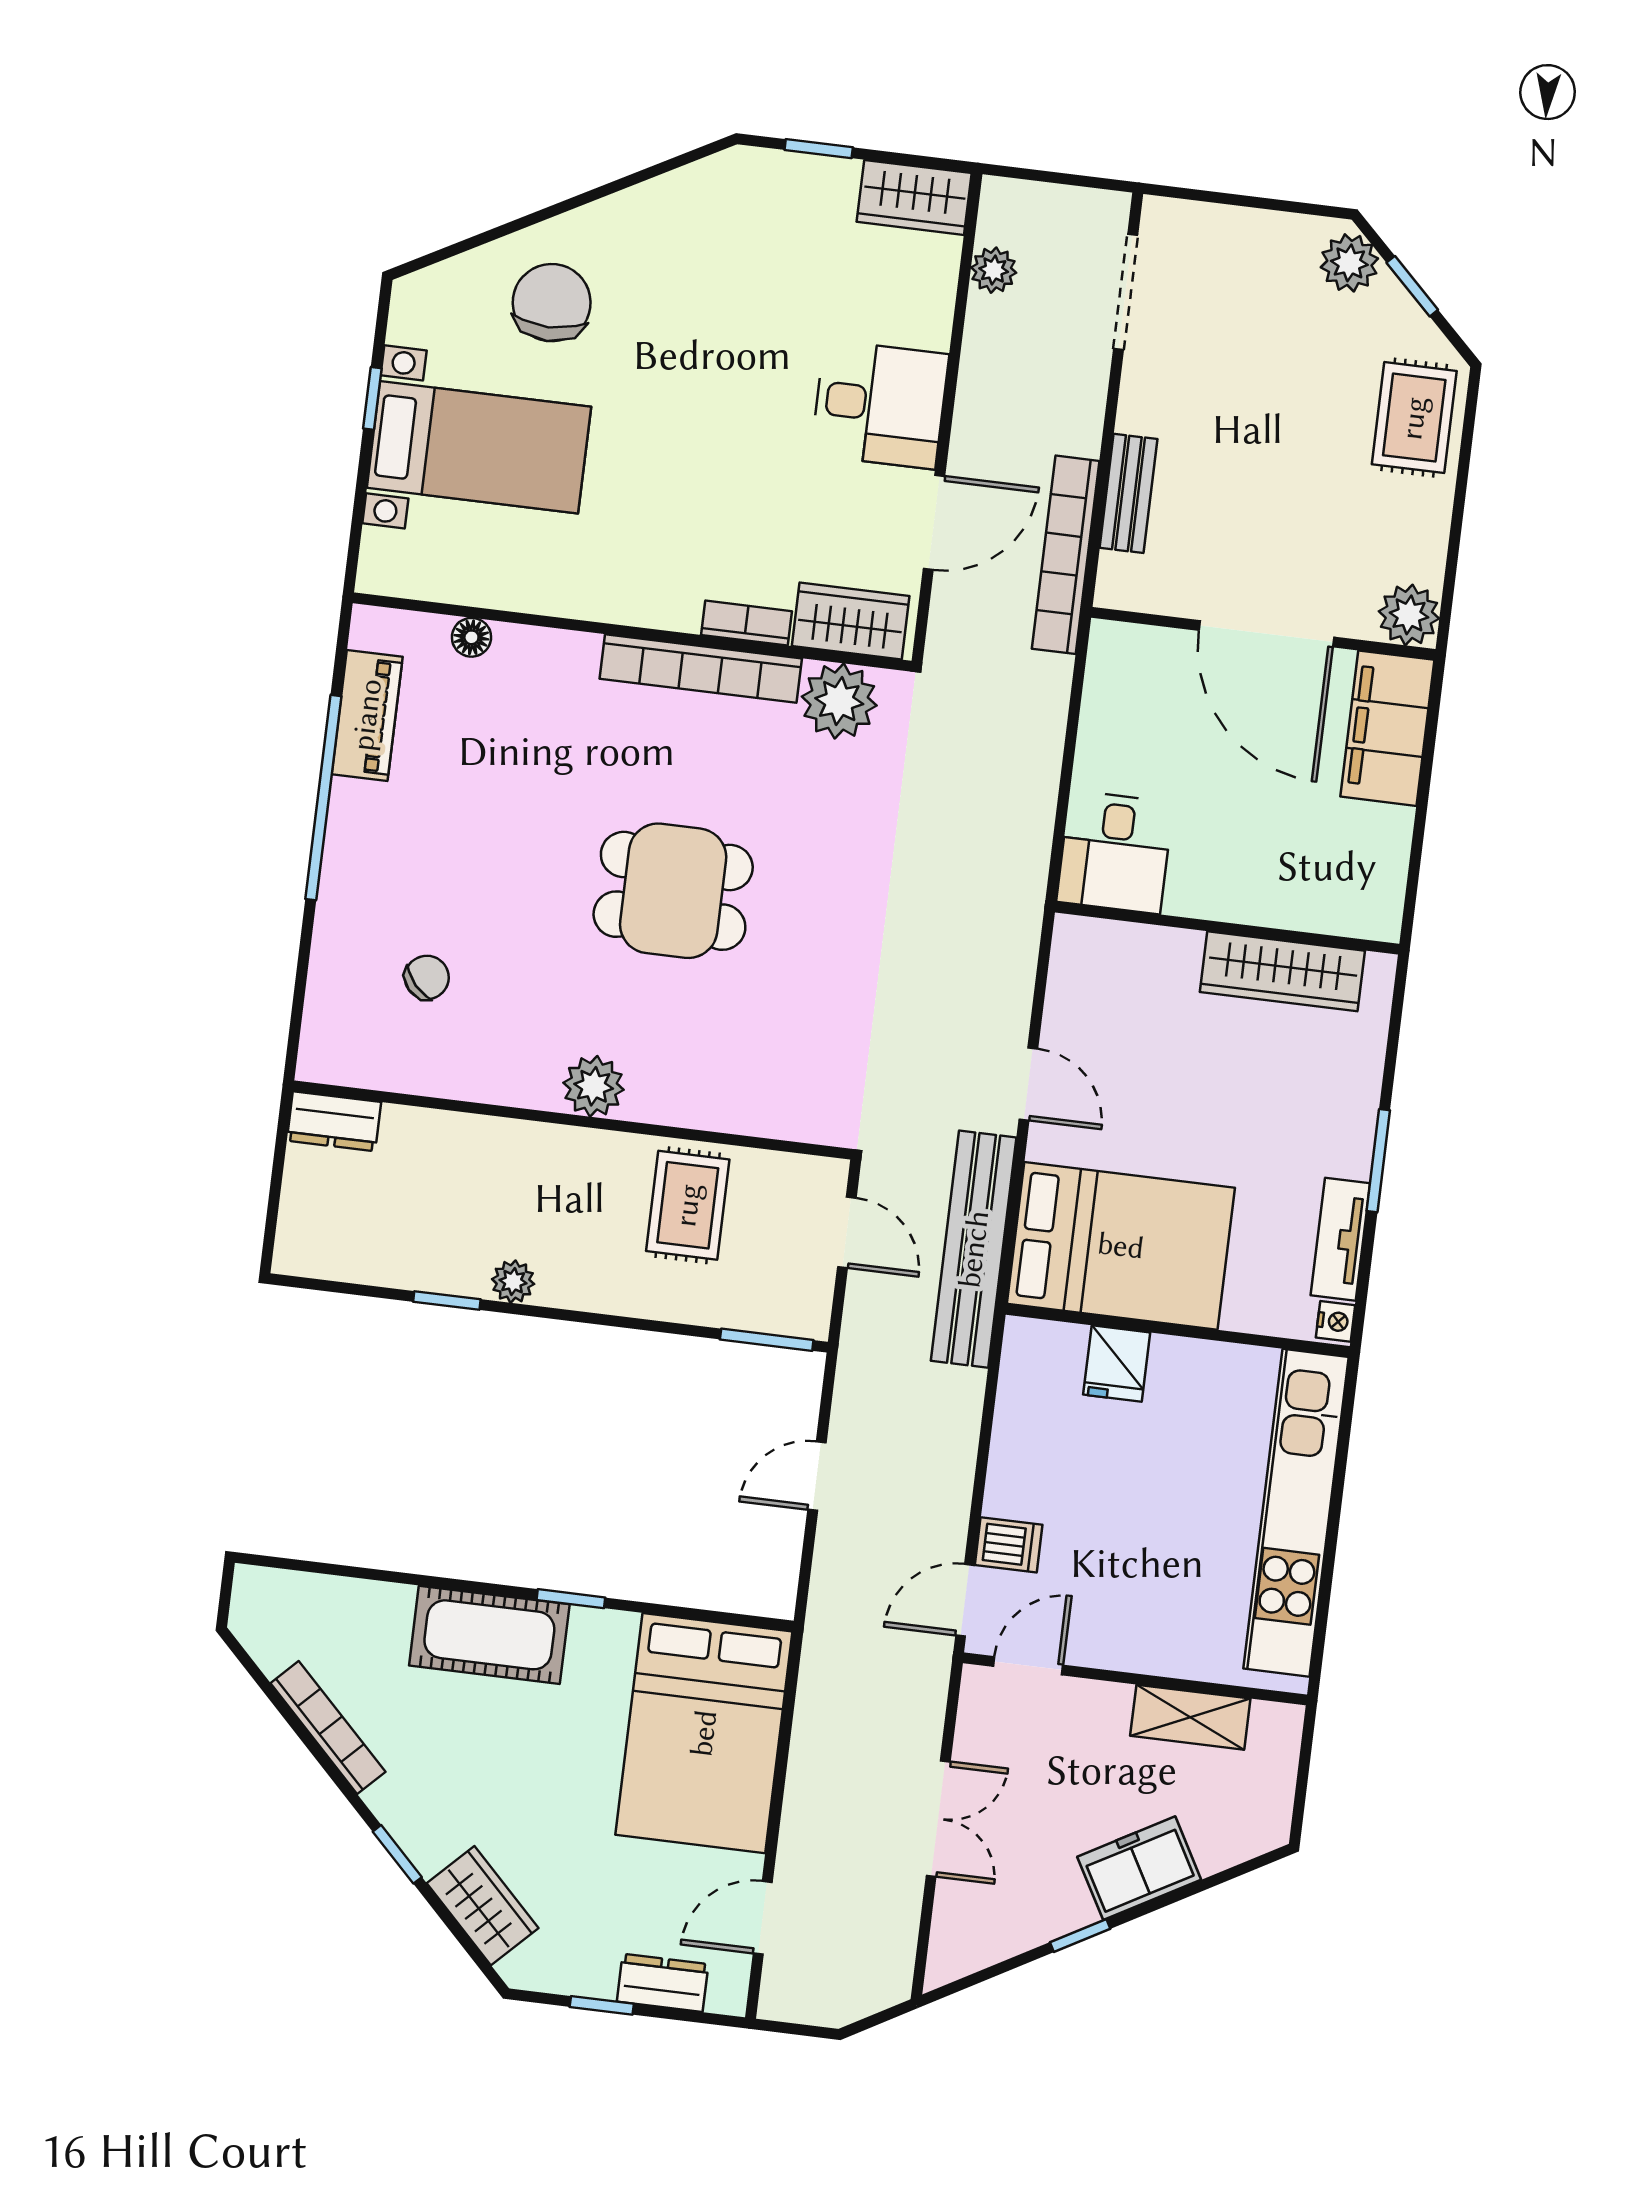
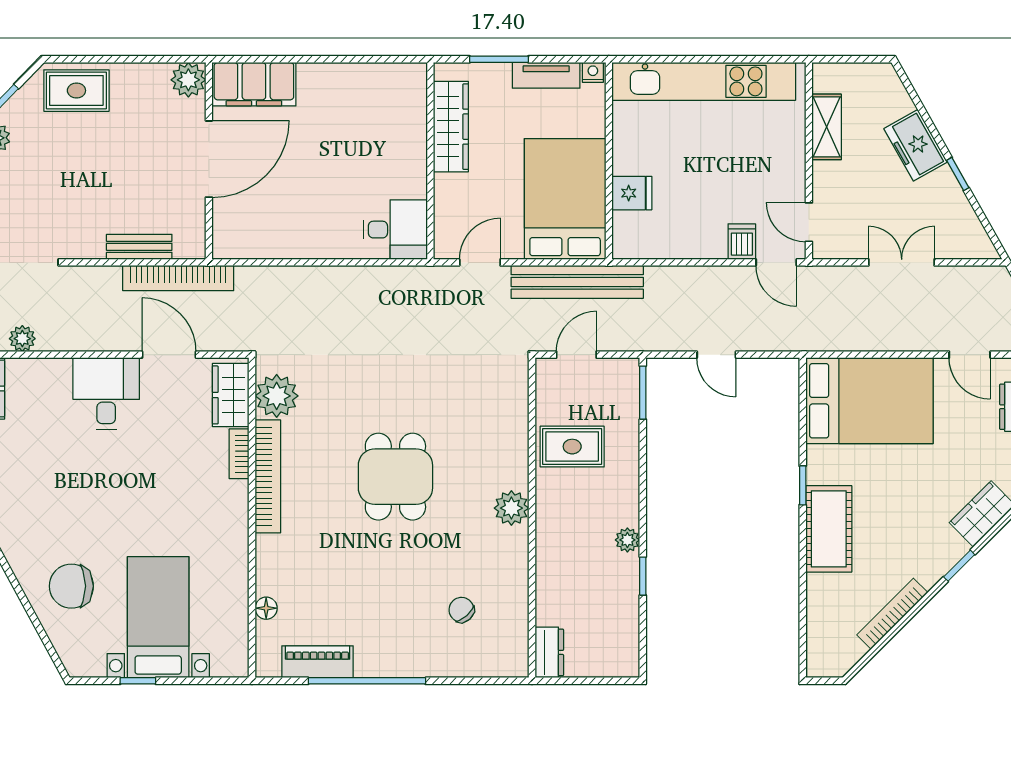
desk: (1115, 852) -> (395, 230), moved
wall: (1227, 928) -> (430, 161), moved
wardrobe: (1282, 971) -> (451, 127), moved

